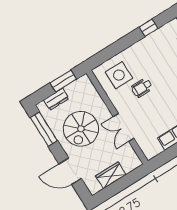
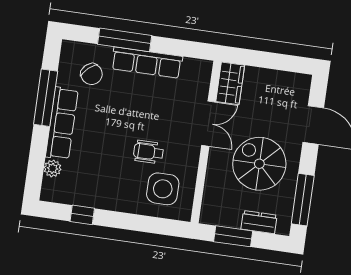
wheelchair: (142, 88) -> (148, 152), turned 180
spiral stairs: (81, 129) -> (259, 164), turned -90
wardrobe: (111, 175) -> (230, 83), moved, turned -90

